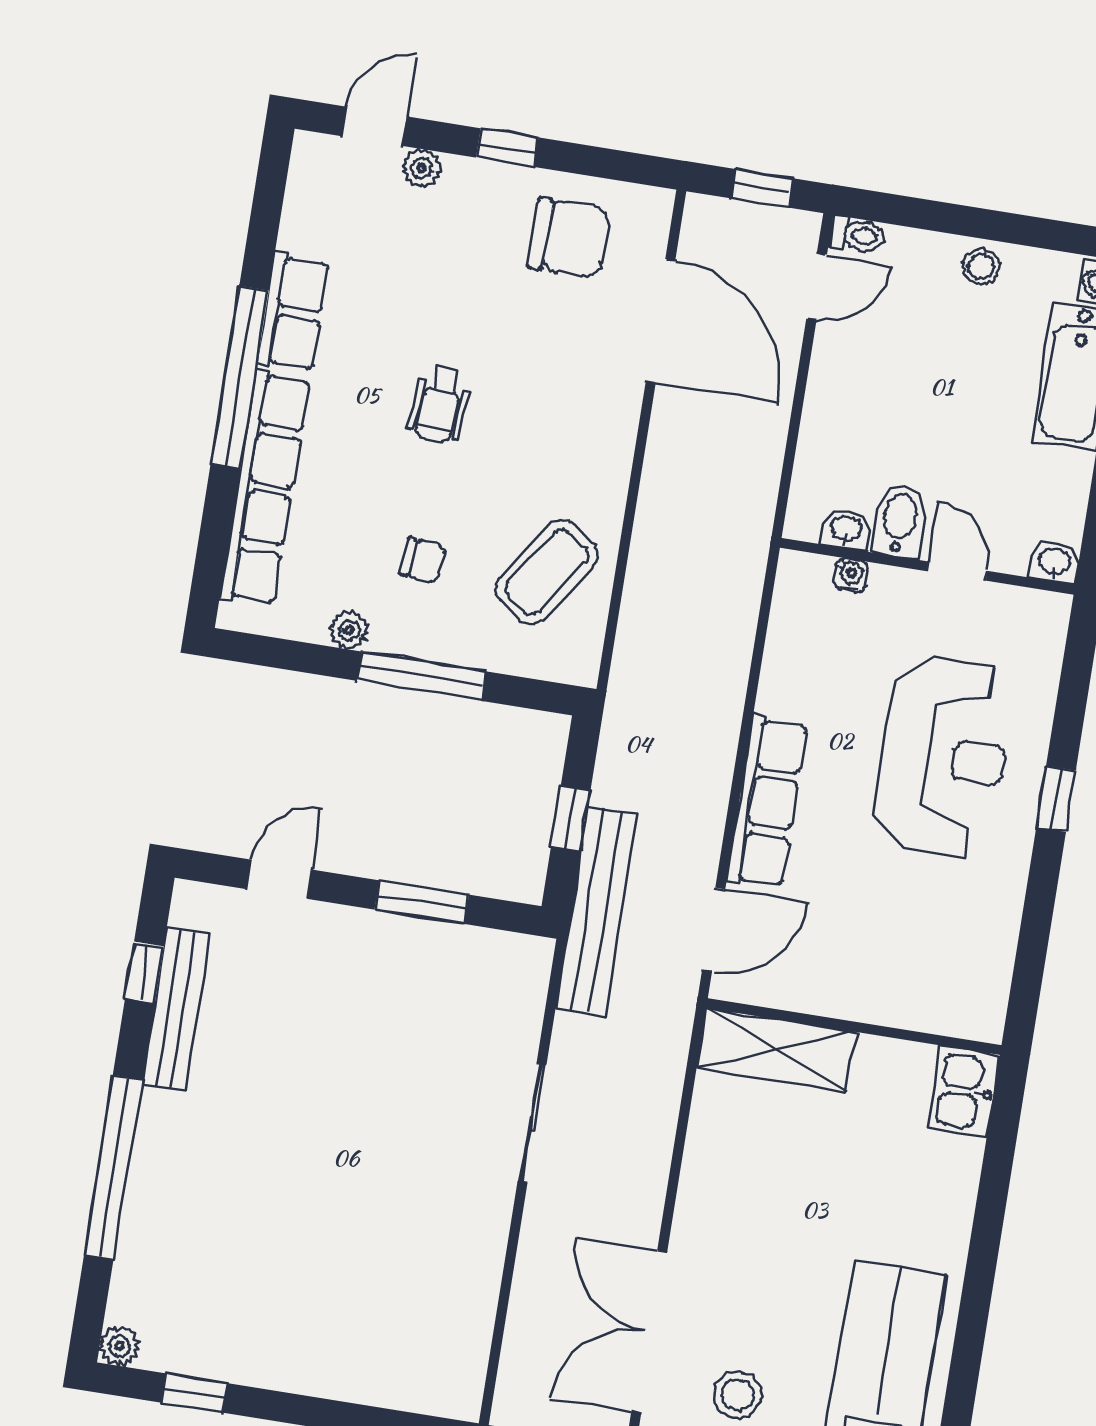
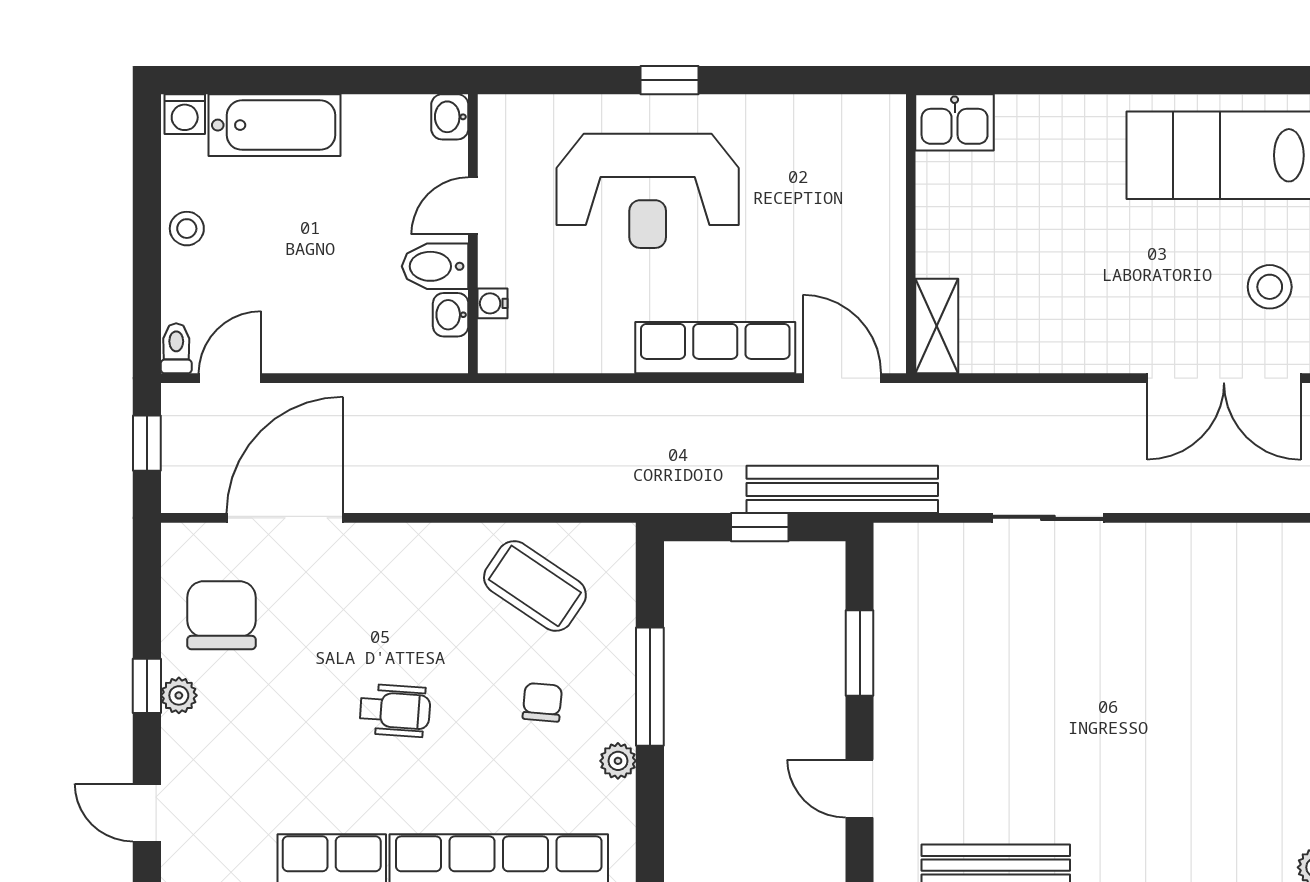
plant: (421, 168) -> (179, 695), moved
door: (817, 287) -> (230, 378), hinge flipped
reception desk: (943, 757) -> (648, 191), turned 180
shelving: (776, 1050) -> (937, 326), width x0.67, depth x0.75

